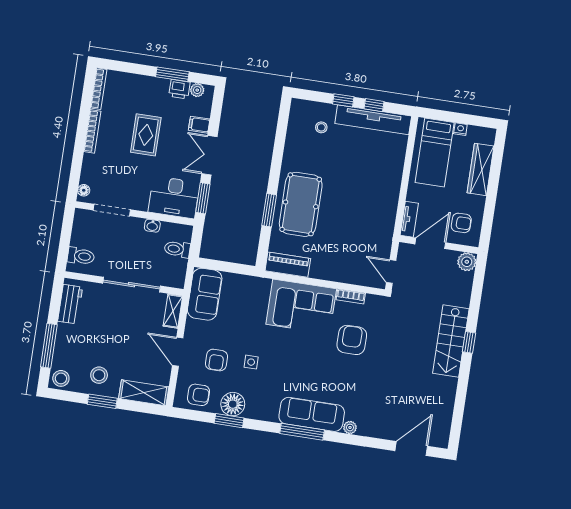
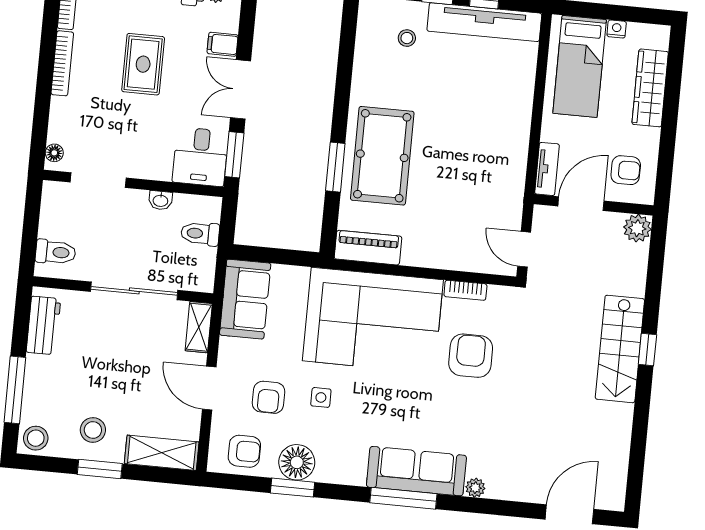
desk: (174, 197) -> (200, 157), width x0.73
corner sofa: (301, 307) -> (373, 320), width x1.36, depth x1.36

